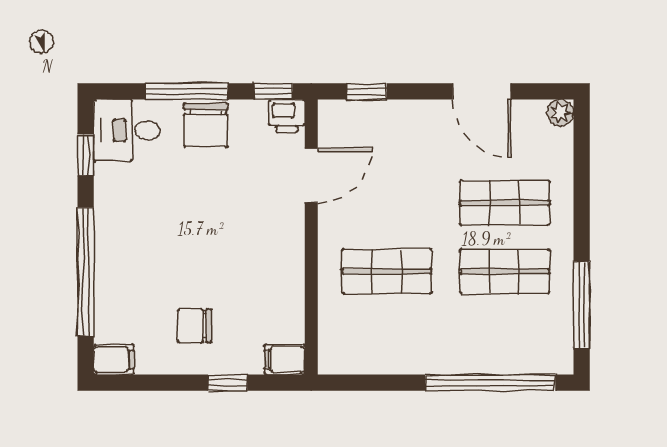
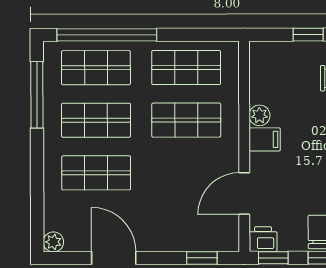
plant: (291, 277) -> (259, 115), added
shop shelf: (387, 340) -> (186, 68), added
shop shelf: (505, 340) -> (96, 68), added
filing cabinet: (285, 359) -> (265, 139), moved

